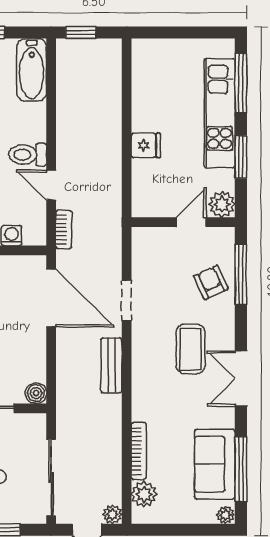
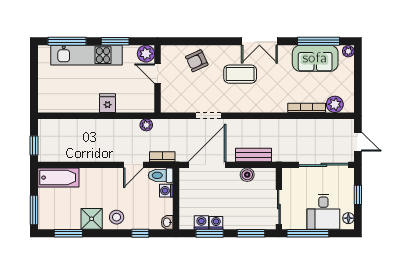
toilet: (28, 155) -> (161, 175), moved, turned 90
window: (241, 274) -> (191, 41), removed
bench: (111, 365) -> (253, 155), moved
boiler: (36, 393) -> (247, 175), moved
plant: (112, 514) -> (146, 125), moved

